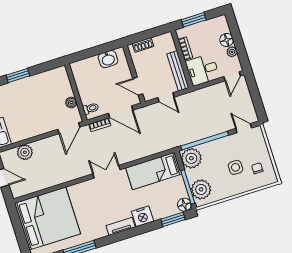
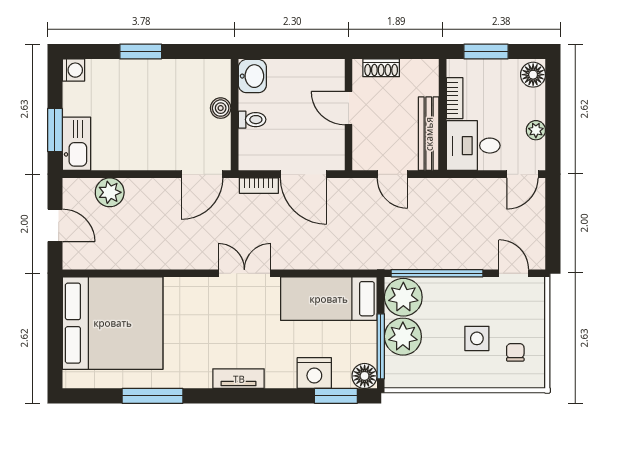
floor lamp: (227, 40) -> (533, 75), moved
washbasin: (108, 59) -> (252, 76), moved, turned -90
door: (138, 86) -> (349, 108), moved
boiler: (71, 103) -> (221, 108), moved
toilet: (91, 108) -> (252, 120), moved
plant: (201, 189) -> (403, 337), moved
nightstand: (143, 216) -> (314, 373), moved

